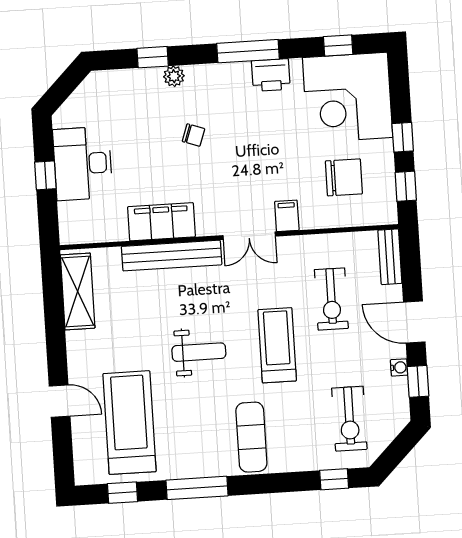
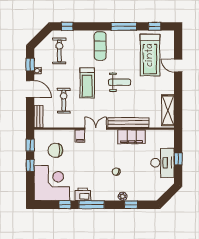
window: (338, 45) -> (65, 205), moved
weight bench: (199, 352) -> (120, 82), turned 180

